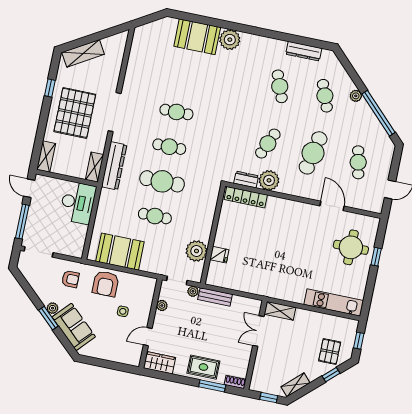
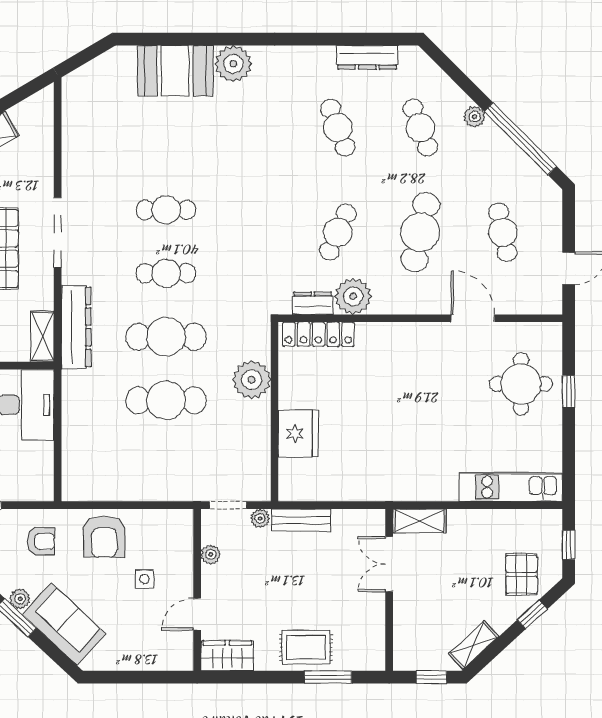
cafe table: (155, 216) -> (166, 400), width x1.37, depth x1.35
plant: (196, 251) -> (252, 380), moved
booth: (120, 252) -> (118, 475), removed
fridge: (219, 255) -> (298, 433), width x1.88, depth x1.34
shoe rack: (235, 382) -> (367, 662), removed

